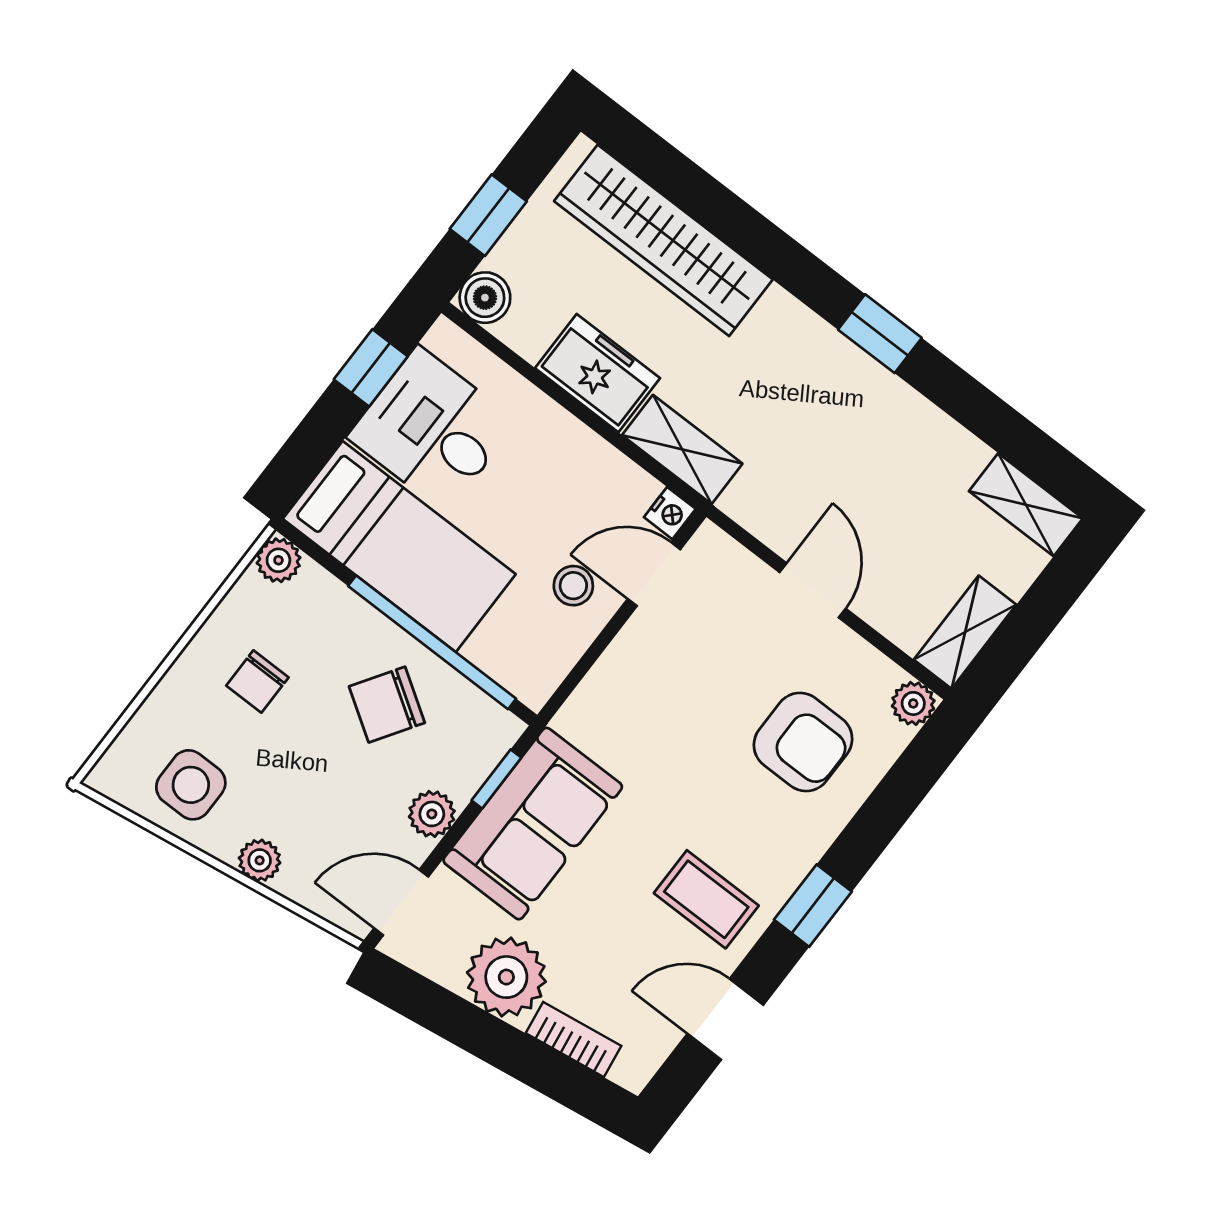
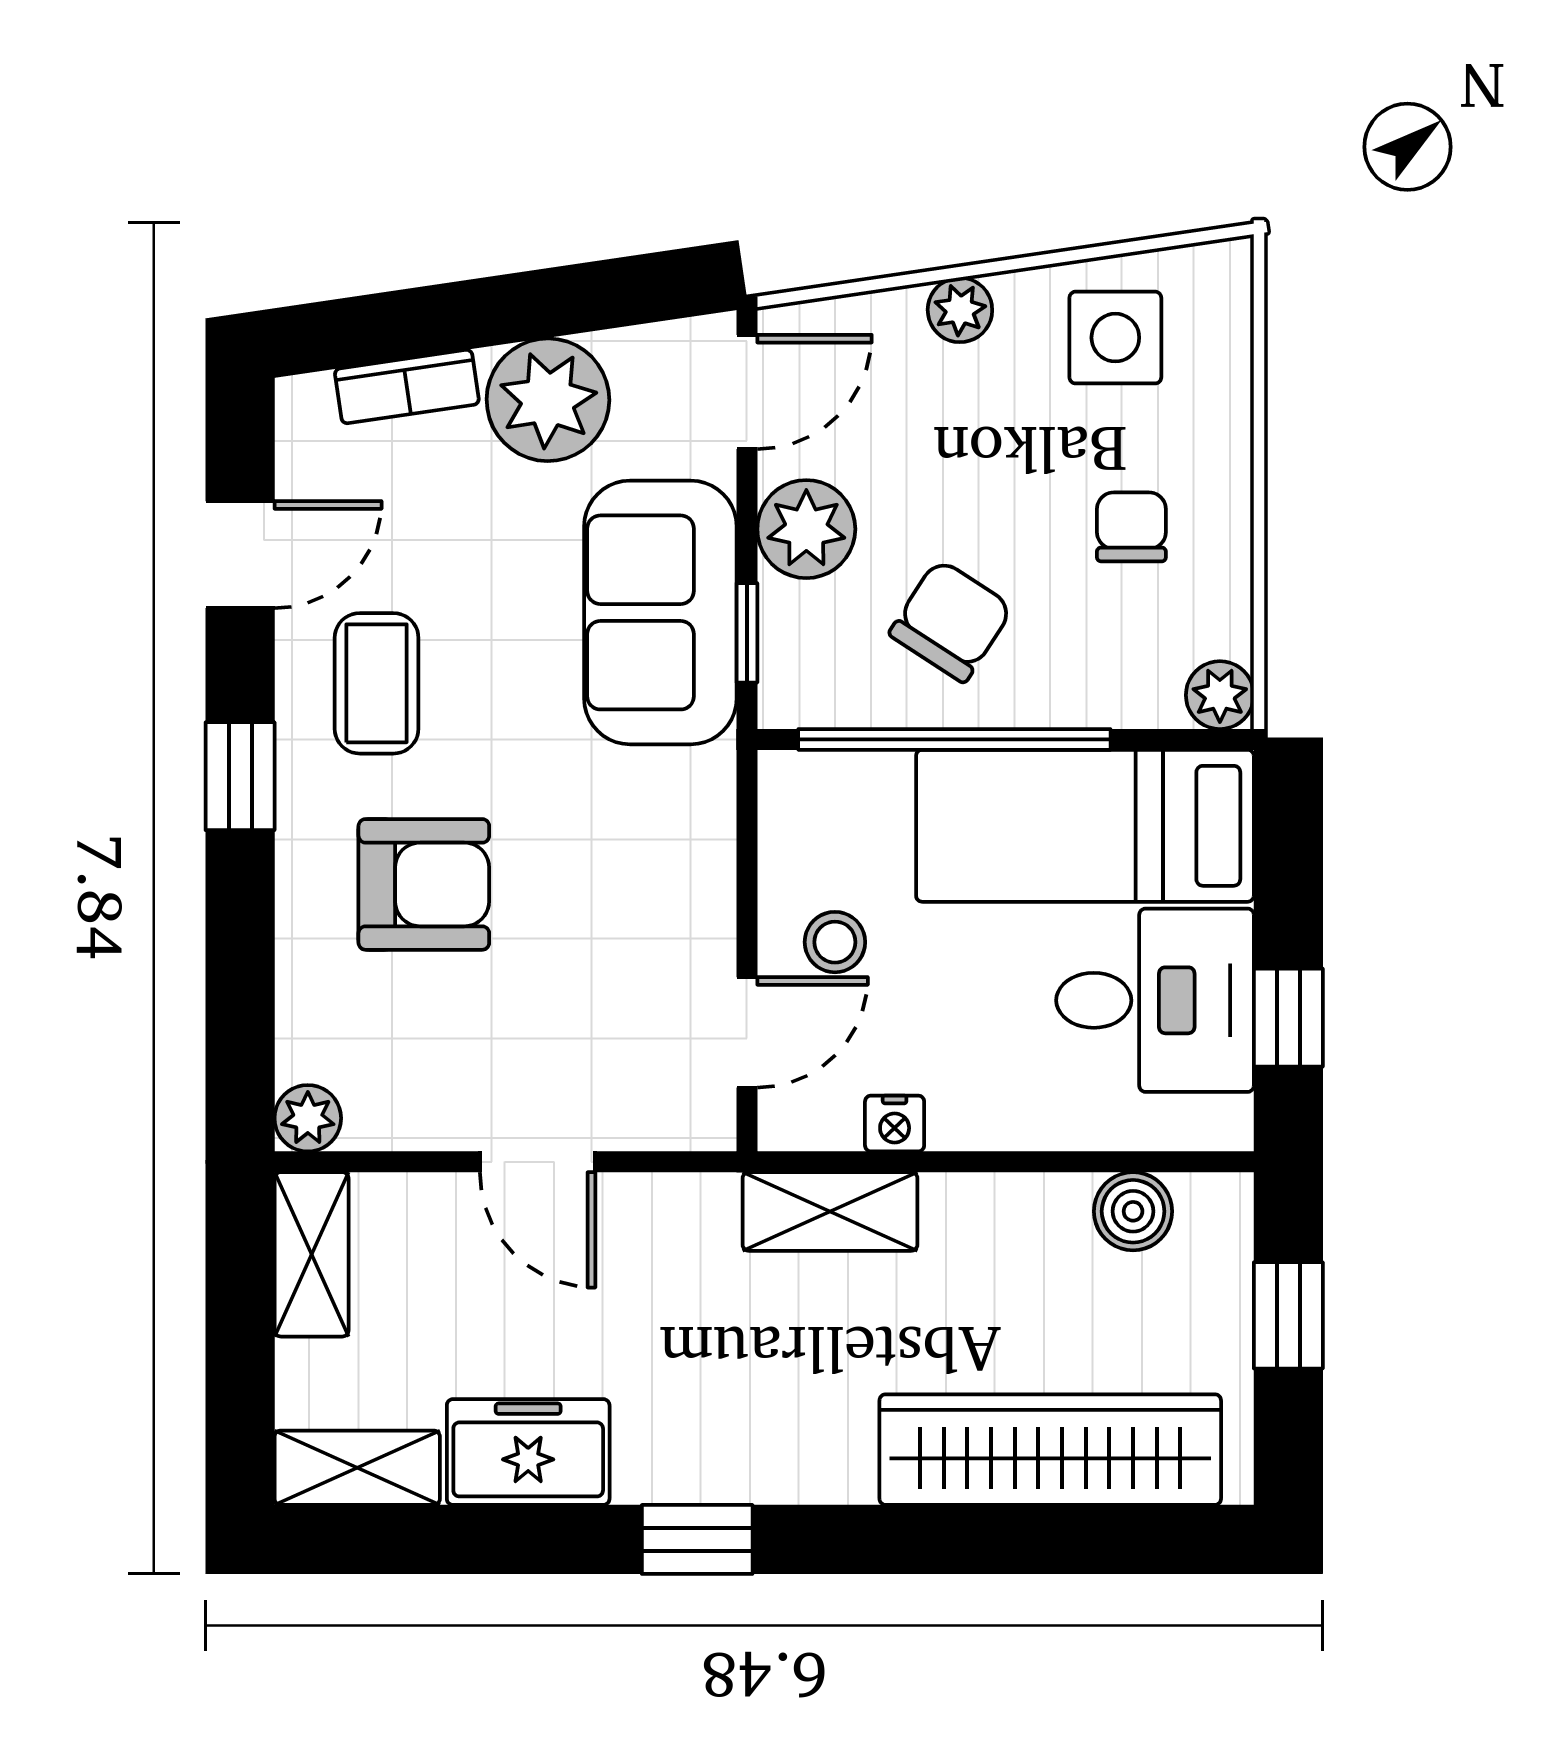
boiler: (485, 298) -> (1133, 1211), moved
freezer: (598, 373) -> (528, 1452), moved, turned 180
nightstand: (670, 513) -> (895, 1124), moved, turned -90
armchair: (803, 742) -> (424, 884), moved, turned 180
plant: (432, 814) -> (806, 529), width x1.38, depth x1.38
coffee table: (706, 899) -> (377, 683), turned 90

